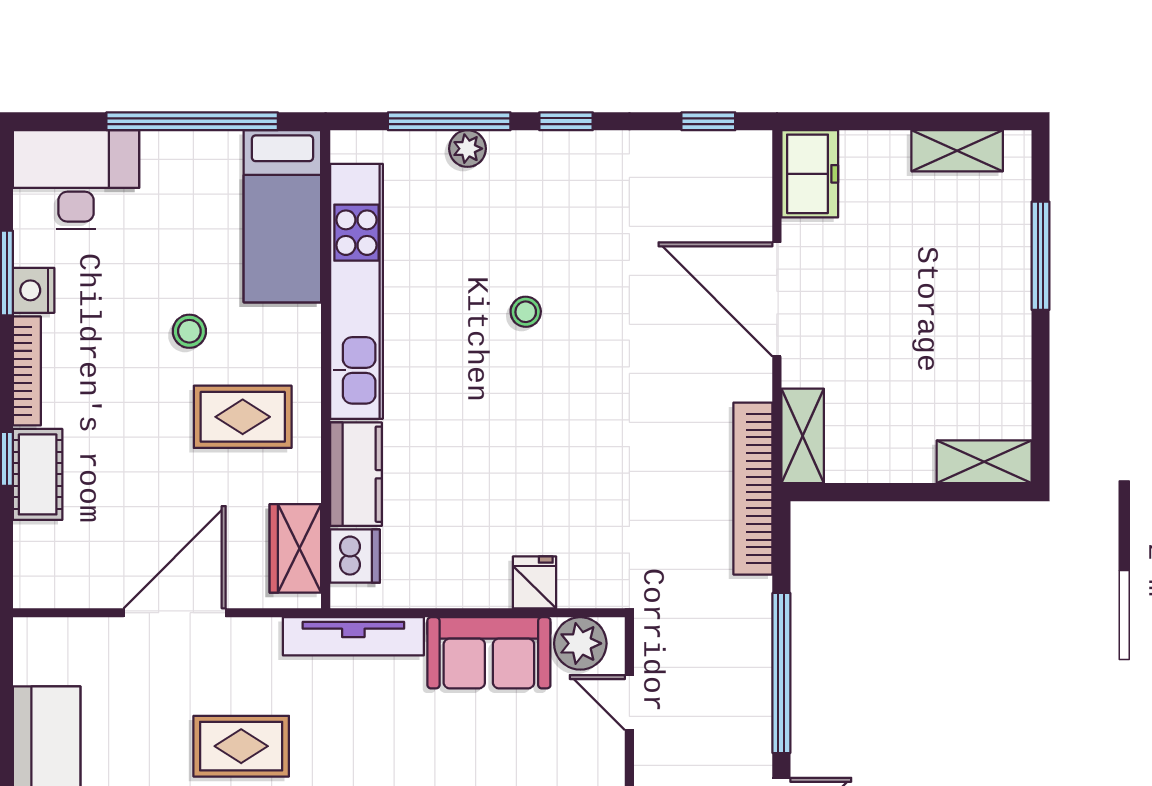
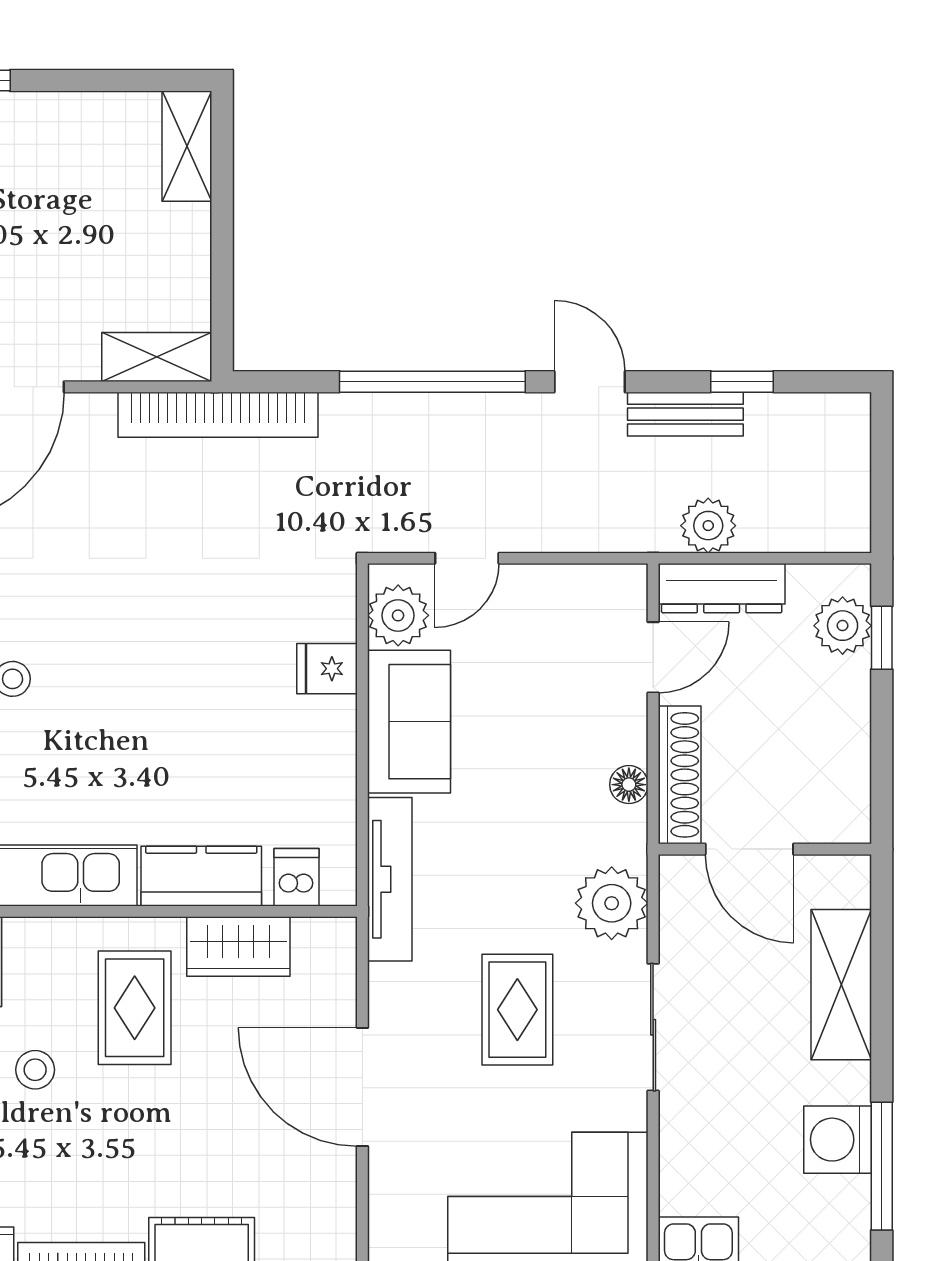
wardrobe: (295, 548) -> (238, 946), moved
dishwasher: (355, 556) -> (296, 877), width x0.73

